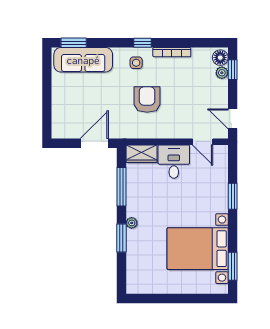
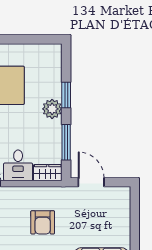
door: (94, 143) -> (91, 182), swing flipped
plant: (132, 223) -> (52, 109), width x1.88, depth x1.88

